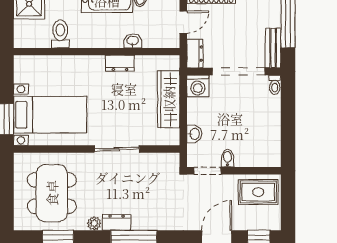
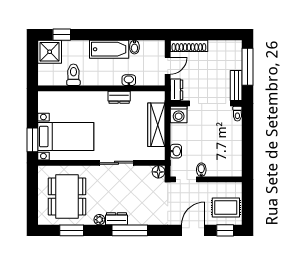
floor lamp: (171, 161) -> (158, 172), added
rug: (258, 192) -> (226, 208), moved

